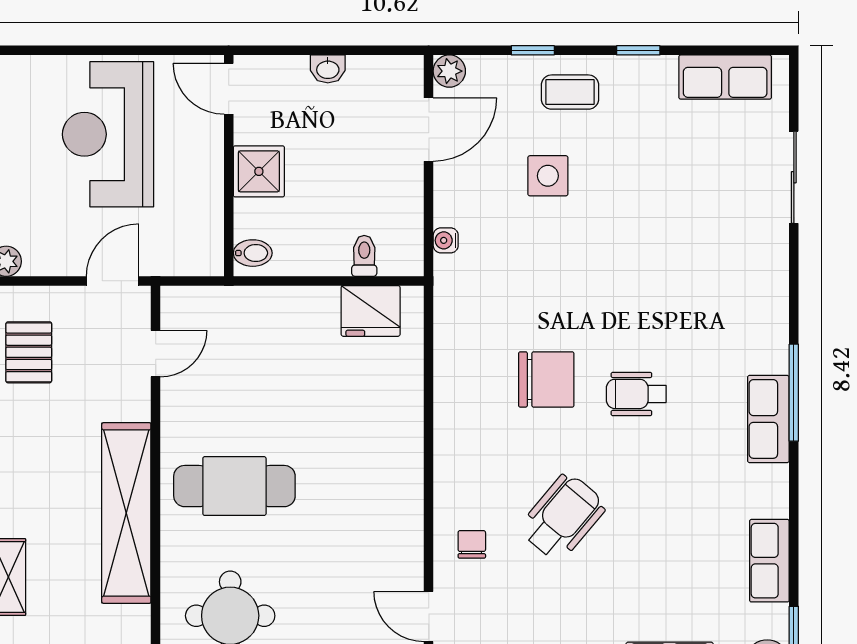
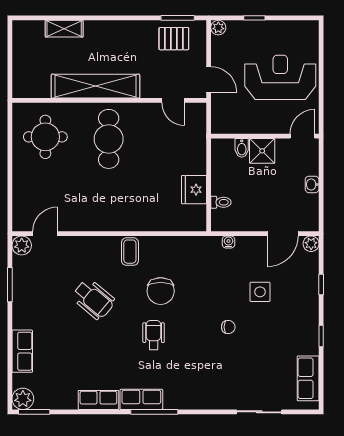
coffee table: (570, 92) -> (130, 252), moved
door: (429, 130) -> (283, 234), hinge flipped
bidet: (253, 253) -> (242, 148), moved
fridge: (371, 311) -> (194, 190), moved
chair: (472, 544) -> (228, 327), moved
row of seats: (769, 561) -> (98, 400), moved

